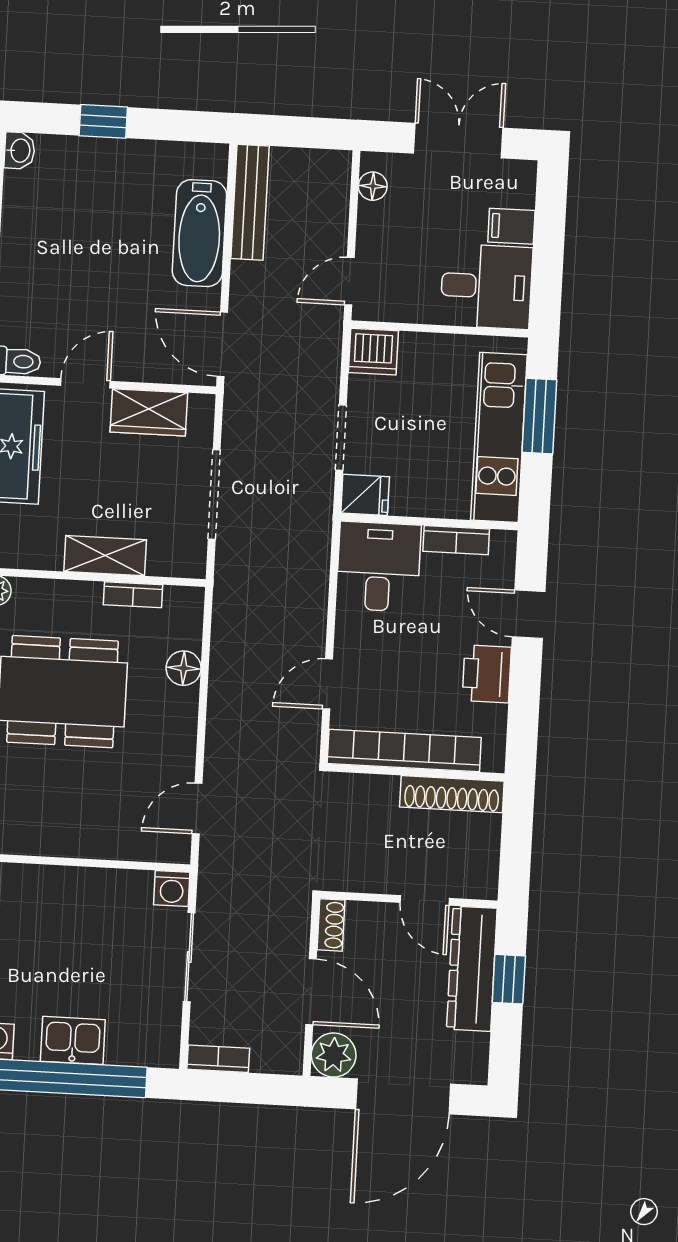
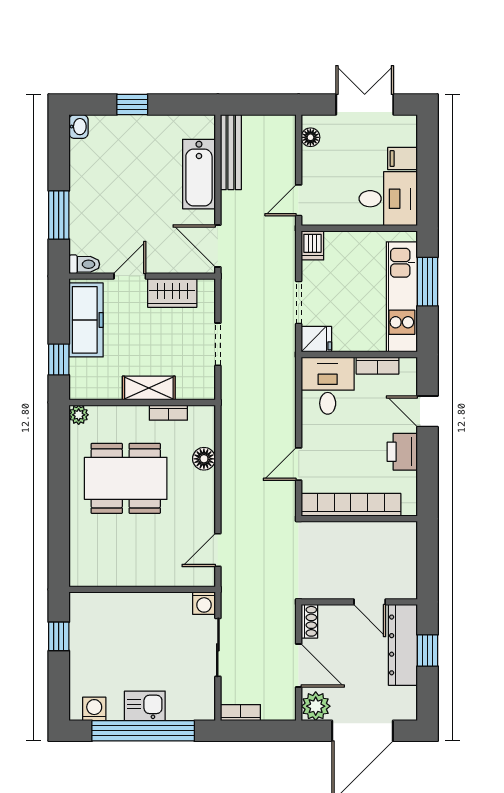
dishwasher: (373, 352) -> (312, 245), width x0.73
doorway: (214, 494) -> (218, 344), width x0.73
shoe rack: (452, 794) -> (384, 532), removed

